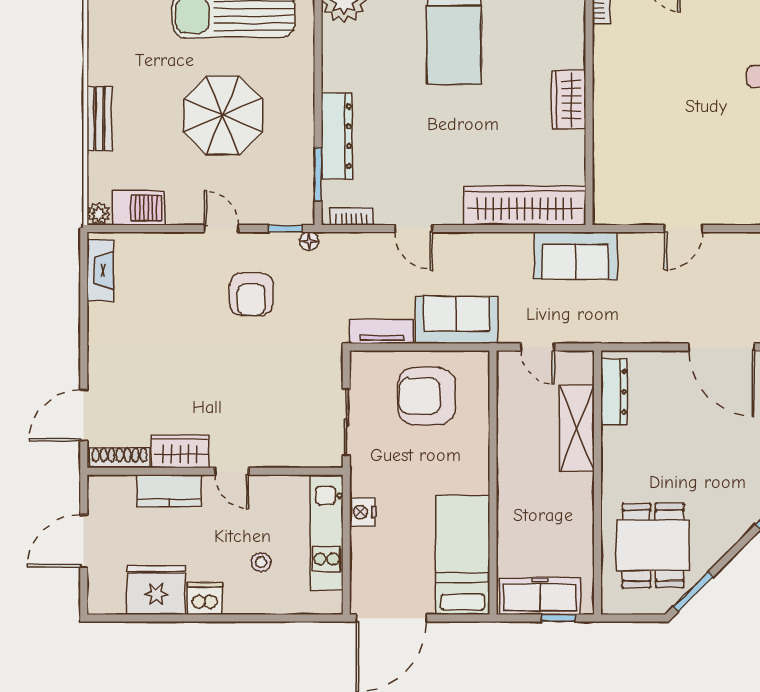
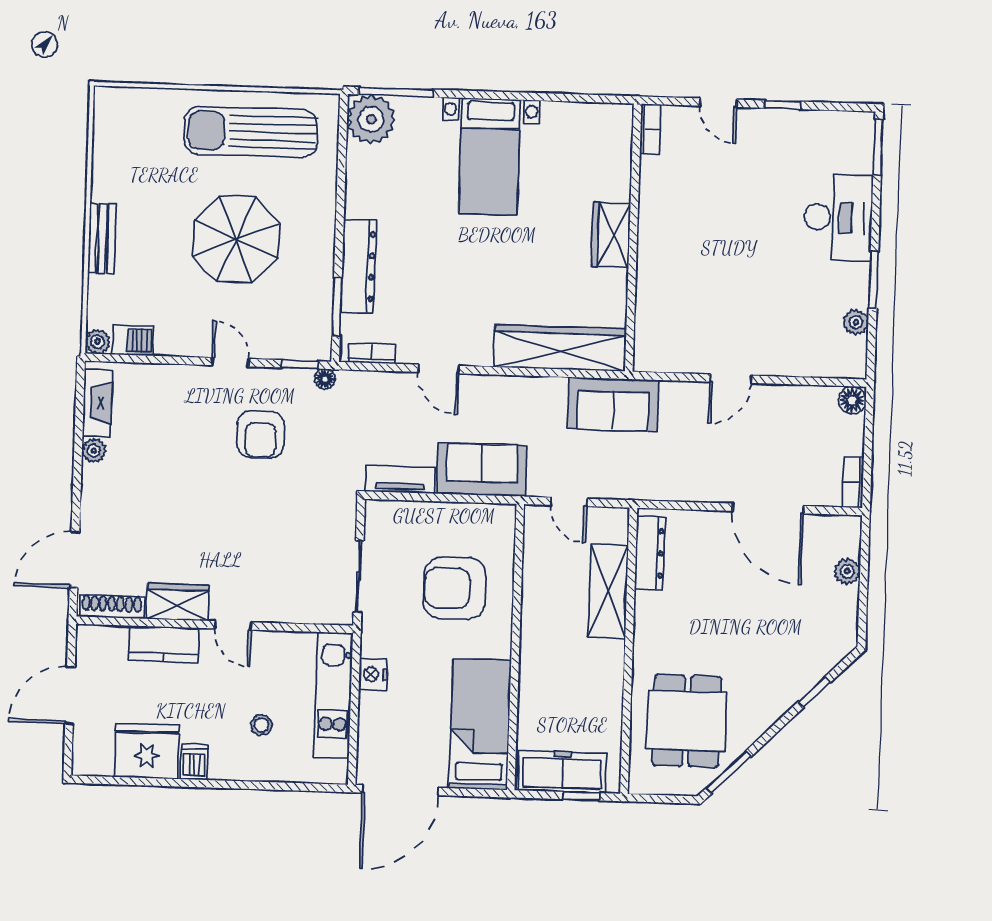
barbecue: (138, 208) -> (133, 340), width x0.73, depth x0.79
plant: (98, 314) -> (94, 451), added
armchair: (426, 396) -> (455, 588), moved
dishwasher: (205, 598) -> (194, 762), width x0.73

